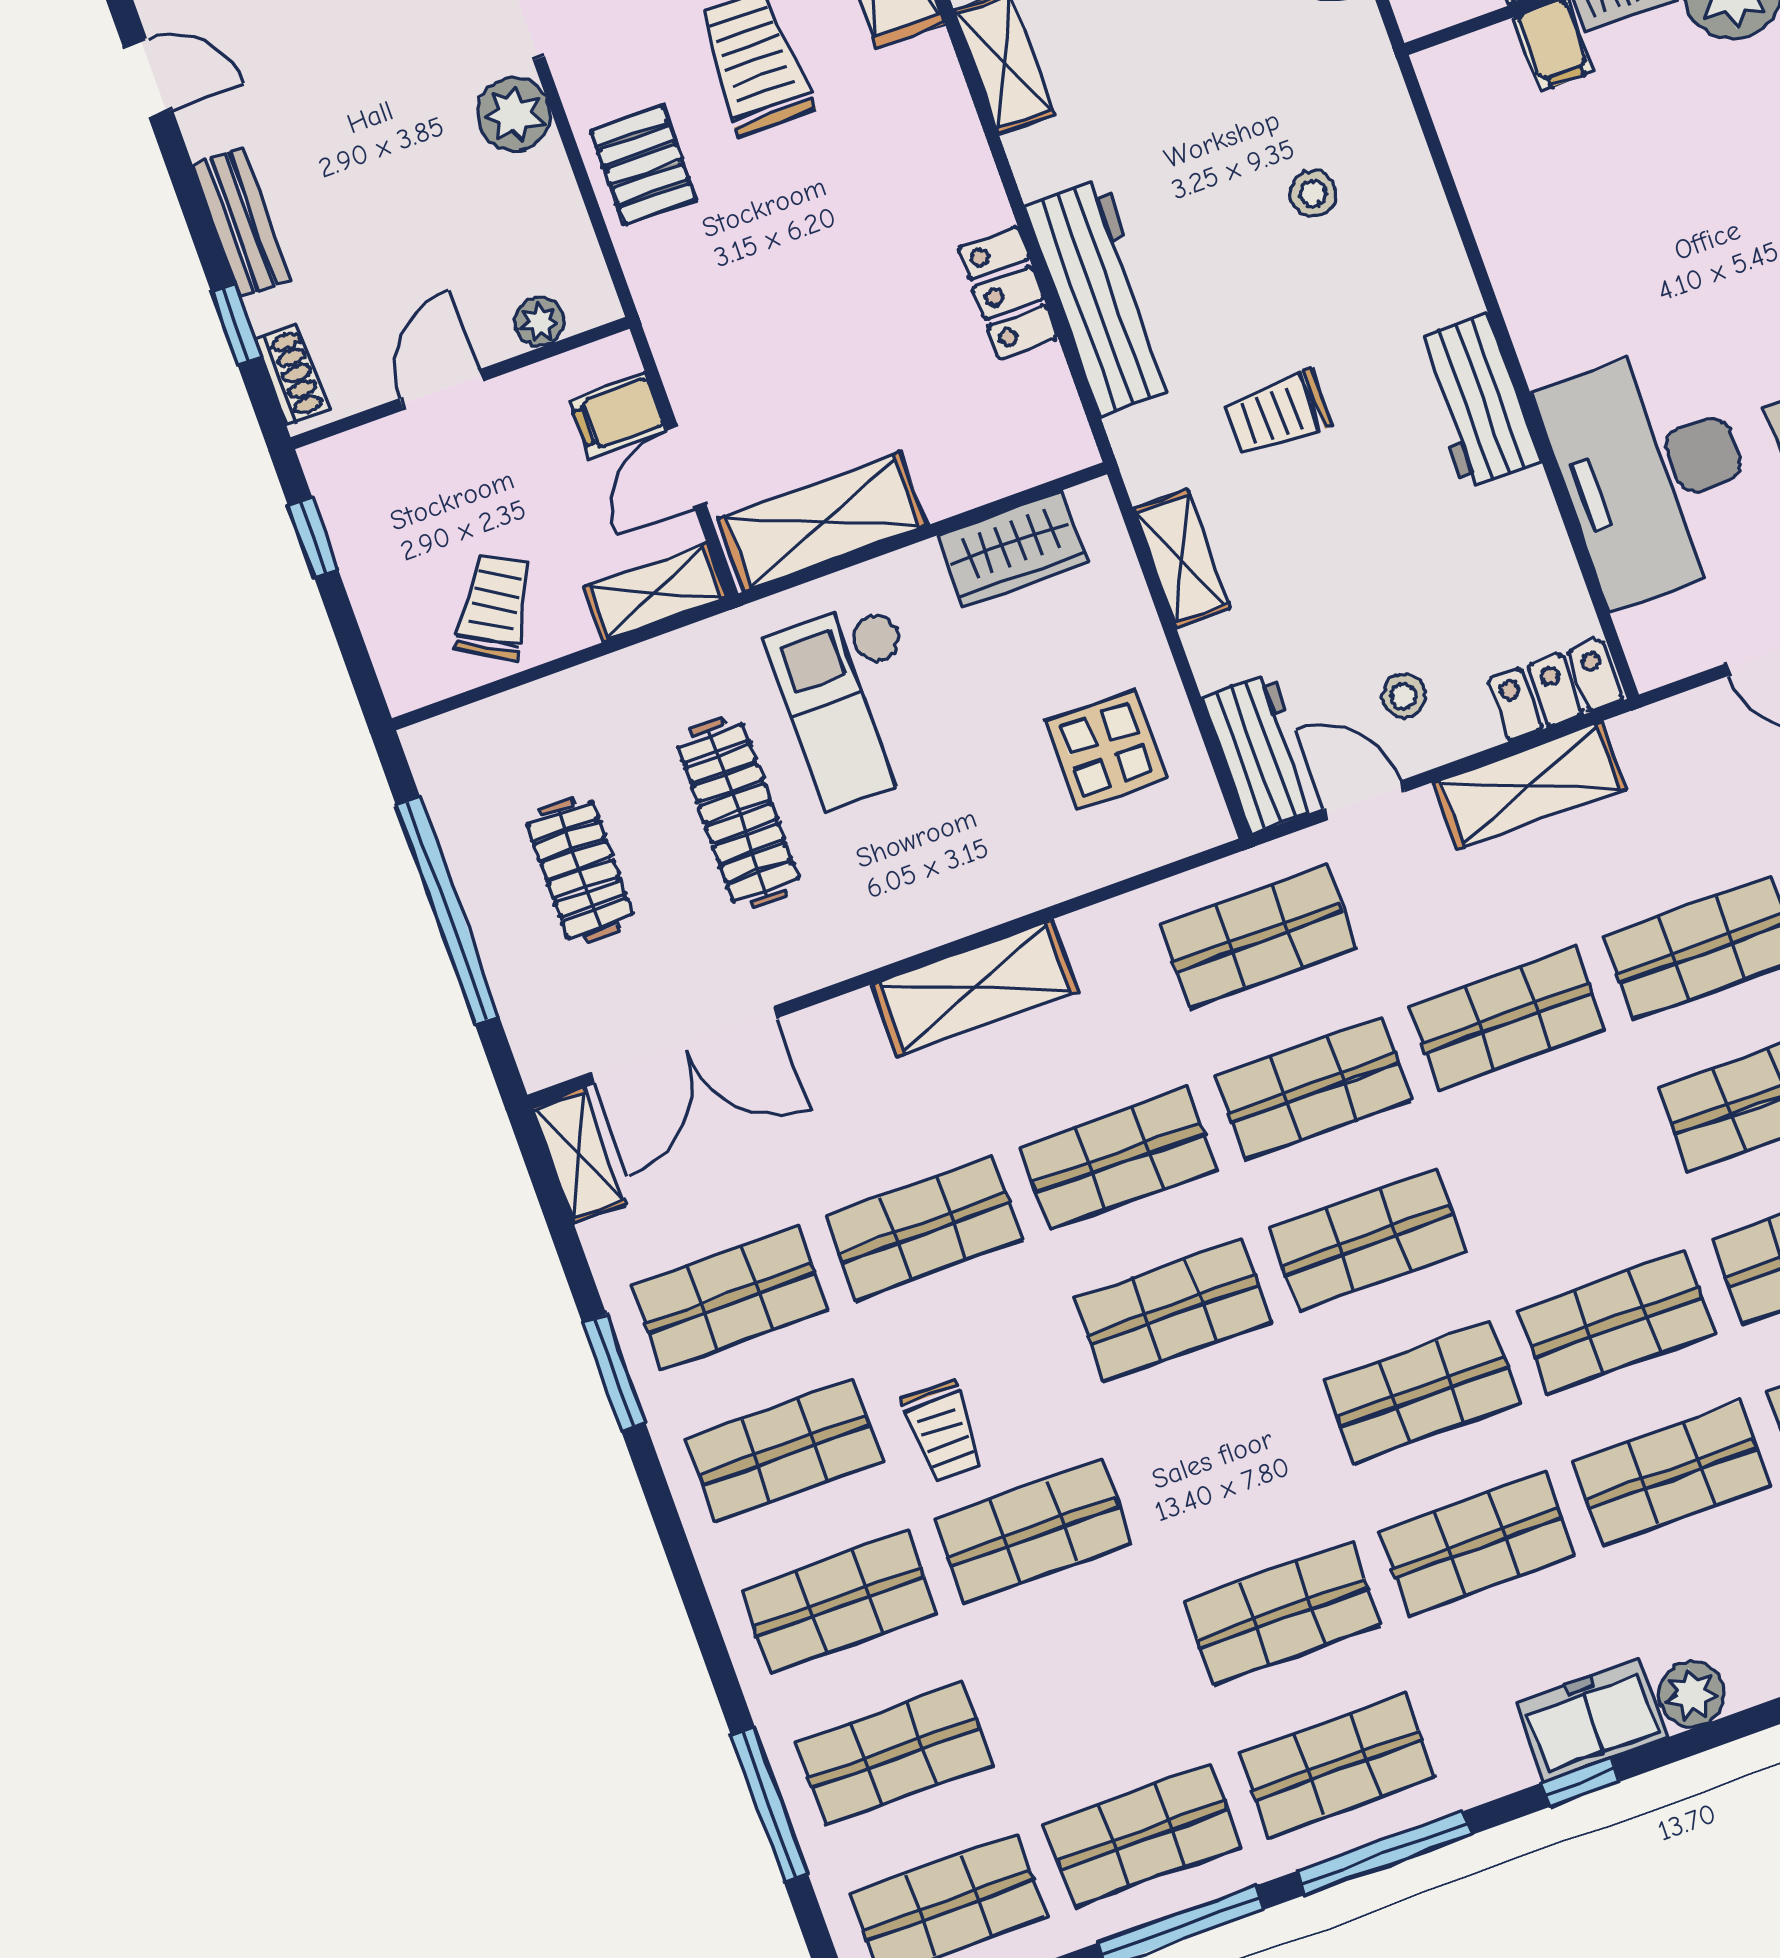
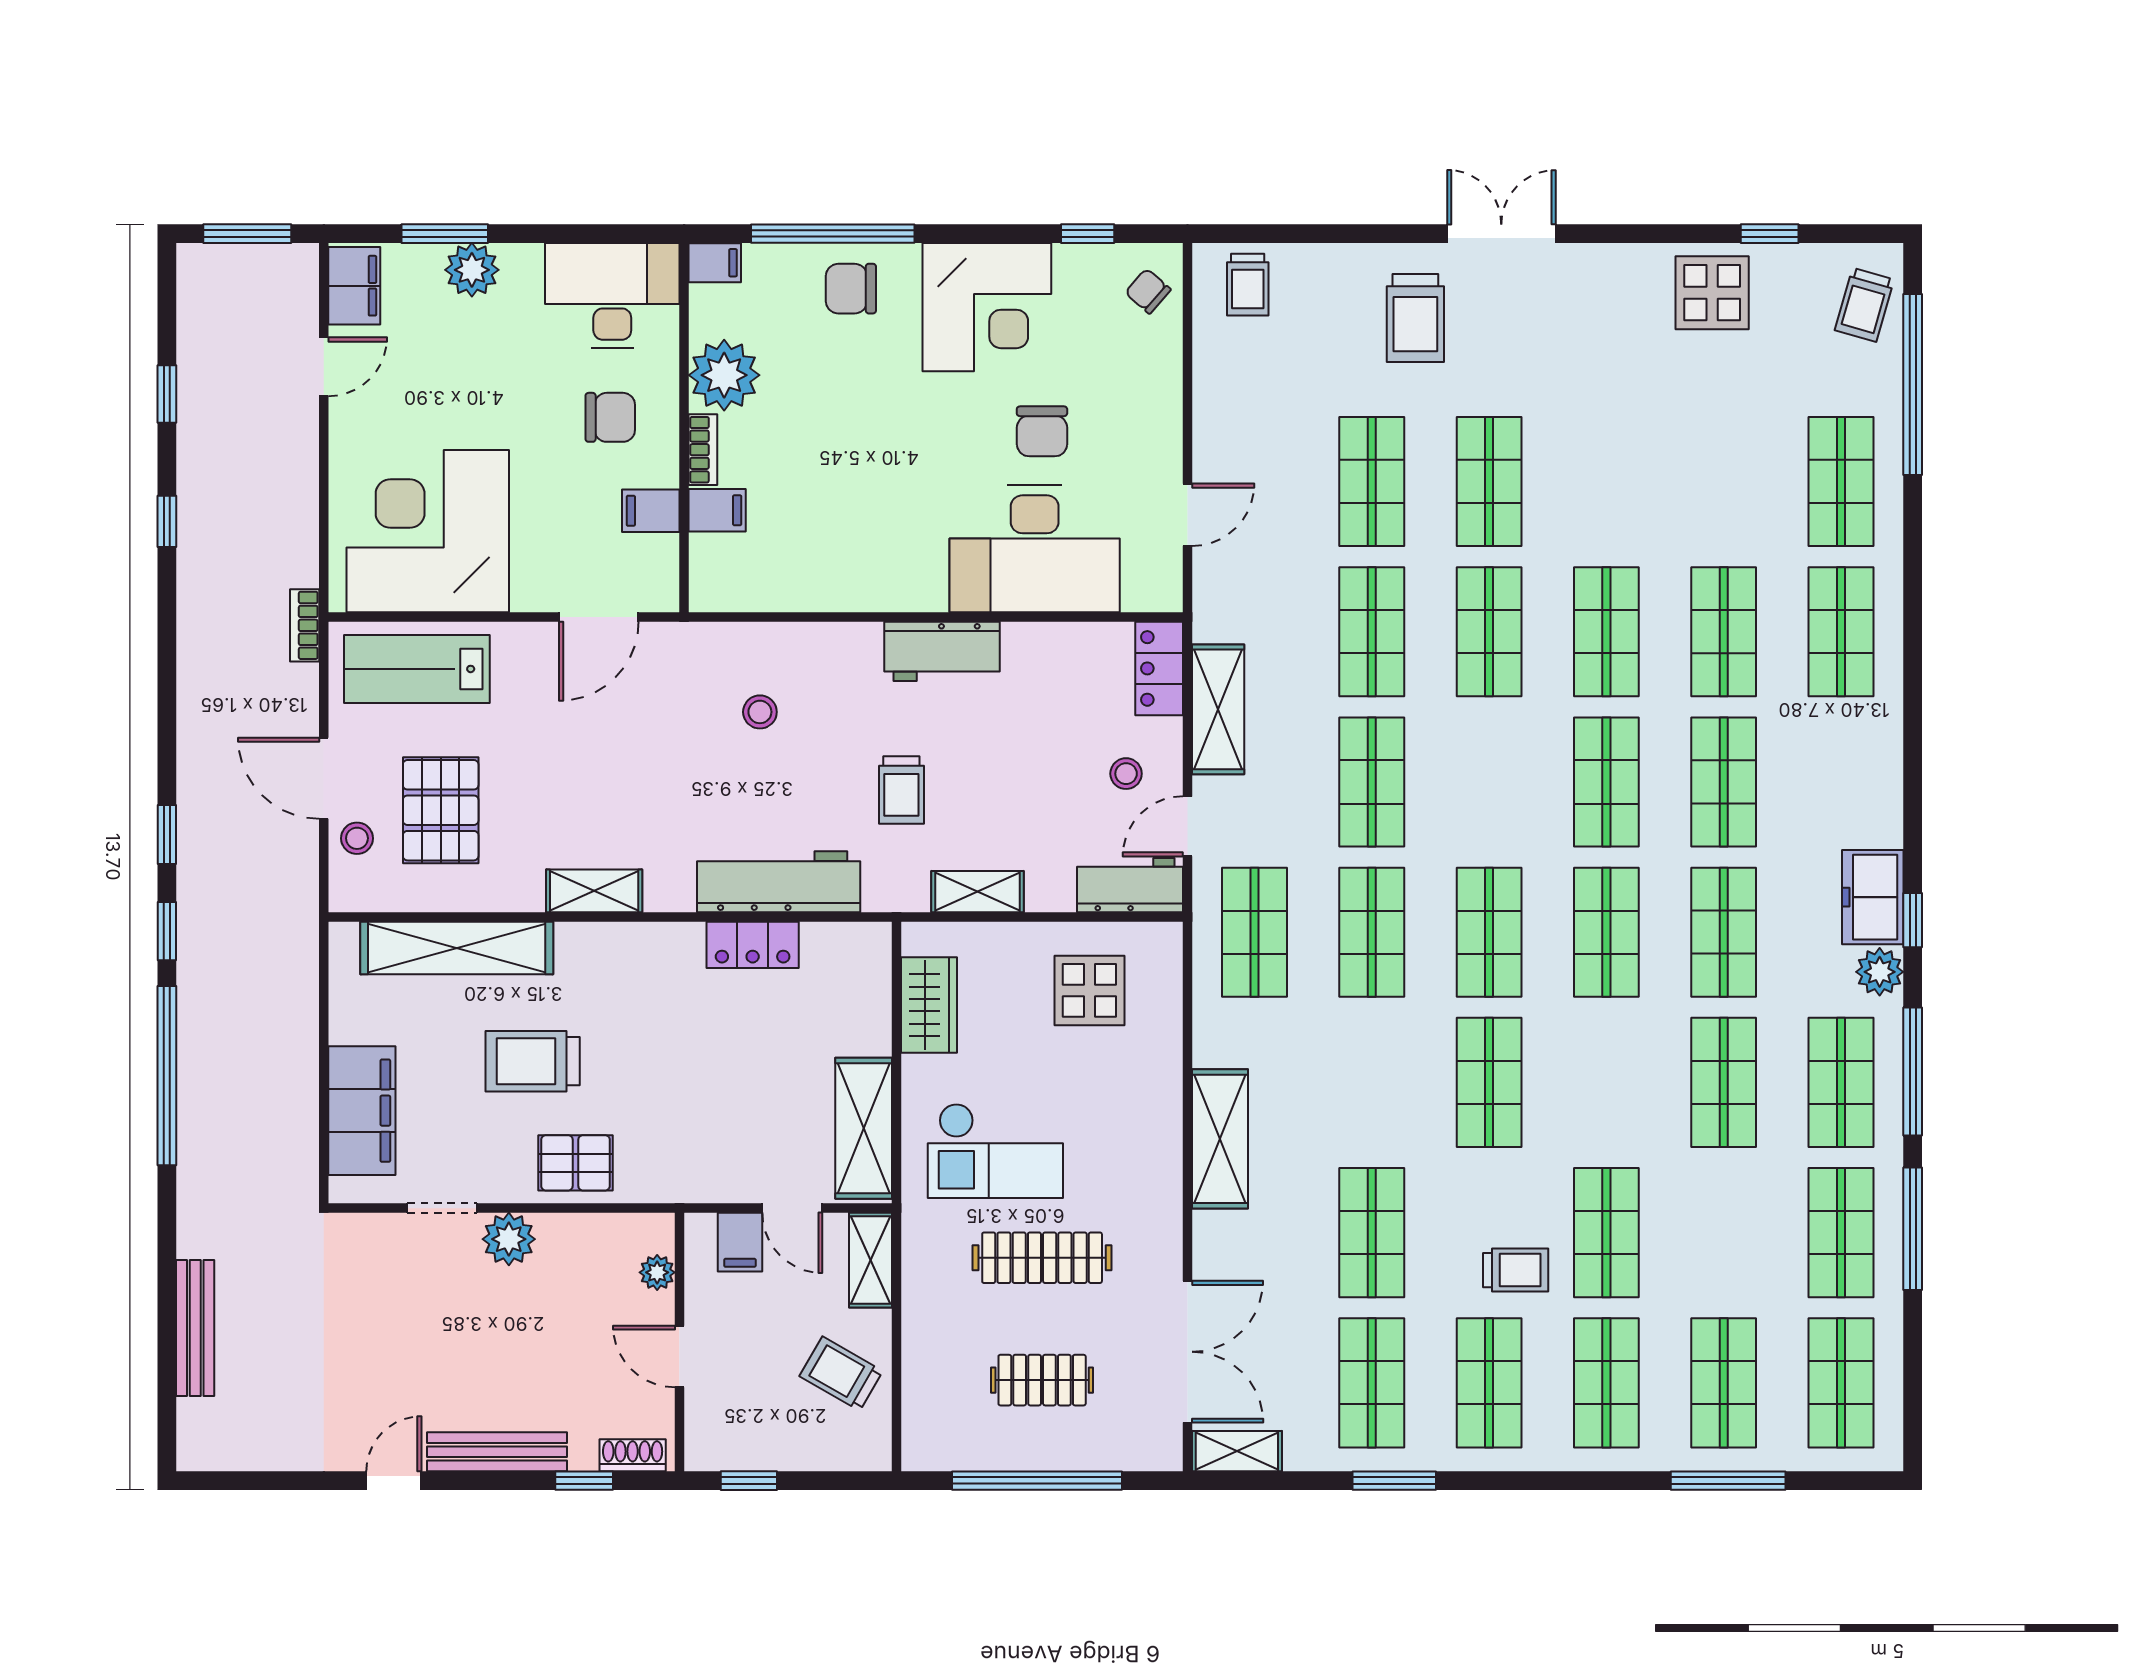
bench: (242, 222) -> (497, 1452), width x1.36
shop shelf: (1119, 1158) -> (1372, 1082), removed
plant: (1692, 1694) -> (1880, 972), moved

